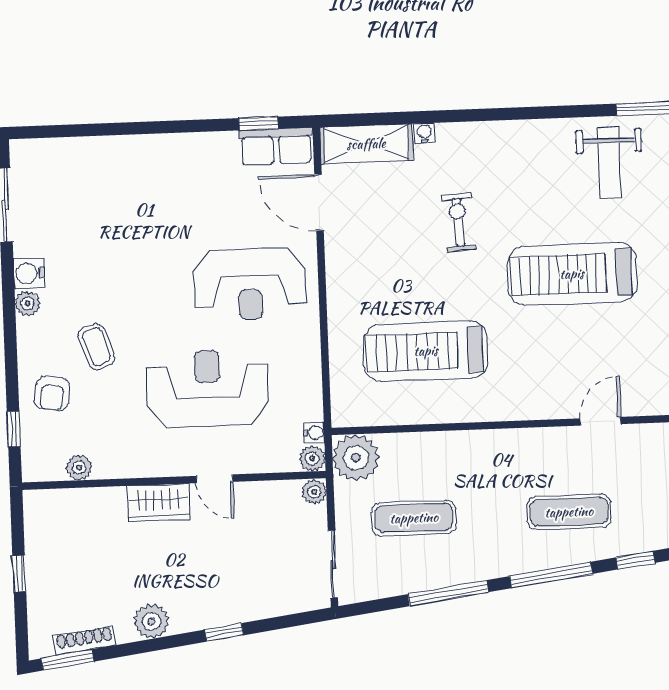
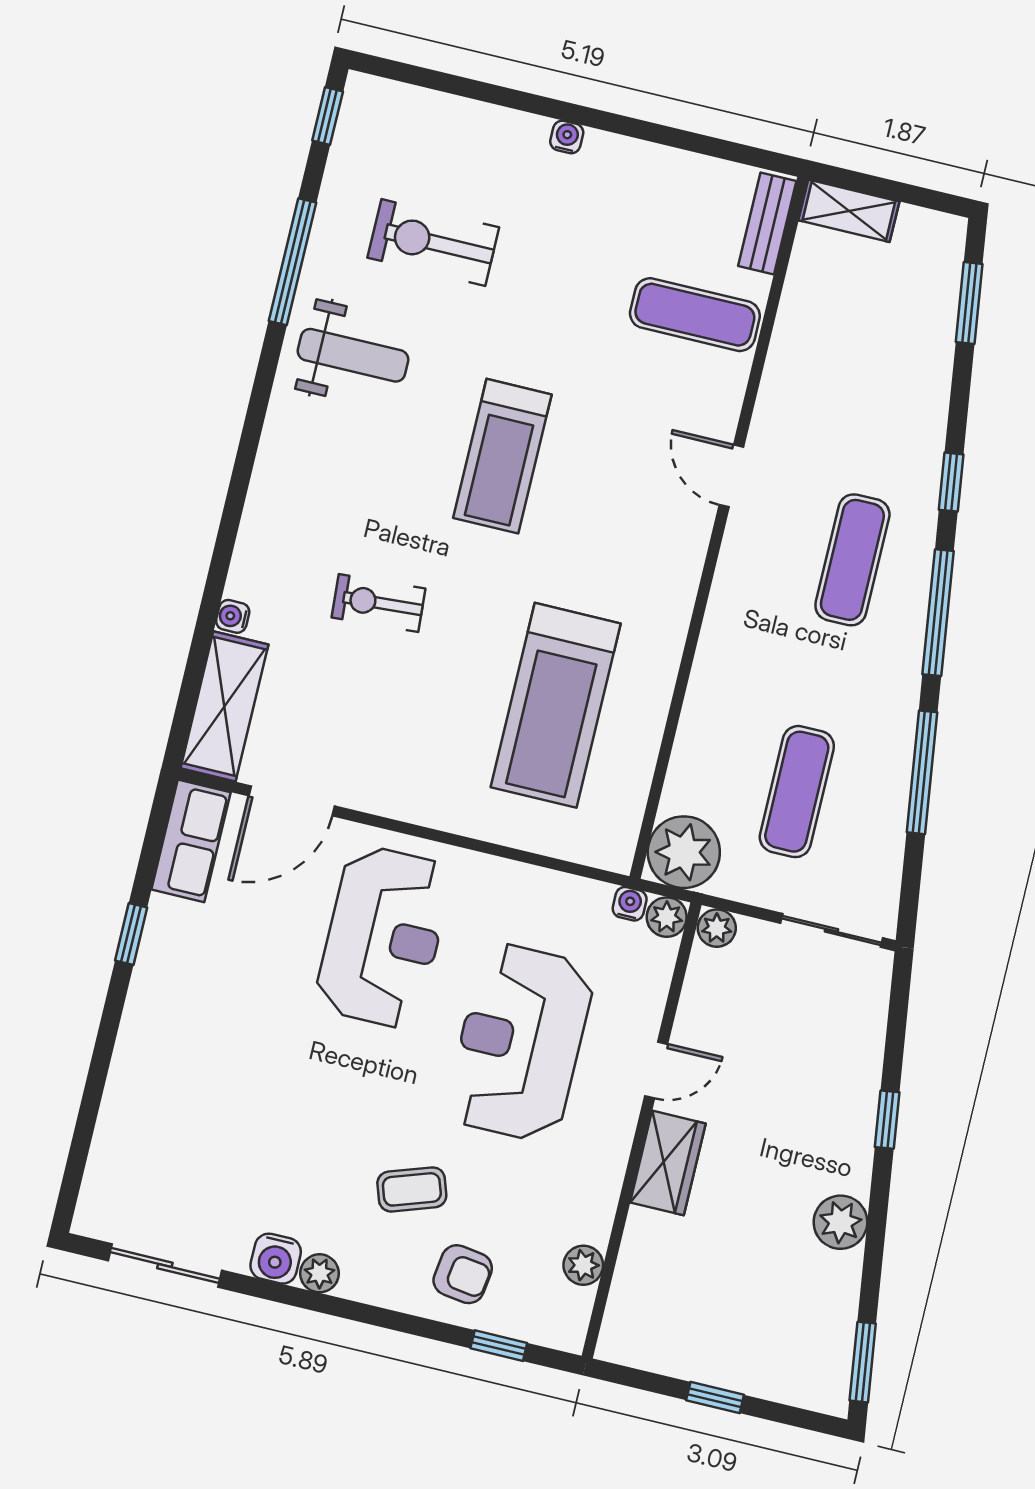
window: (258, 123) -> (131, 934), moved
treadmill: (572, 274) -> (502, 456), width x0.73, depth x0.73
shoe rack: (85, 640) -> (841, 1329), removed

